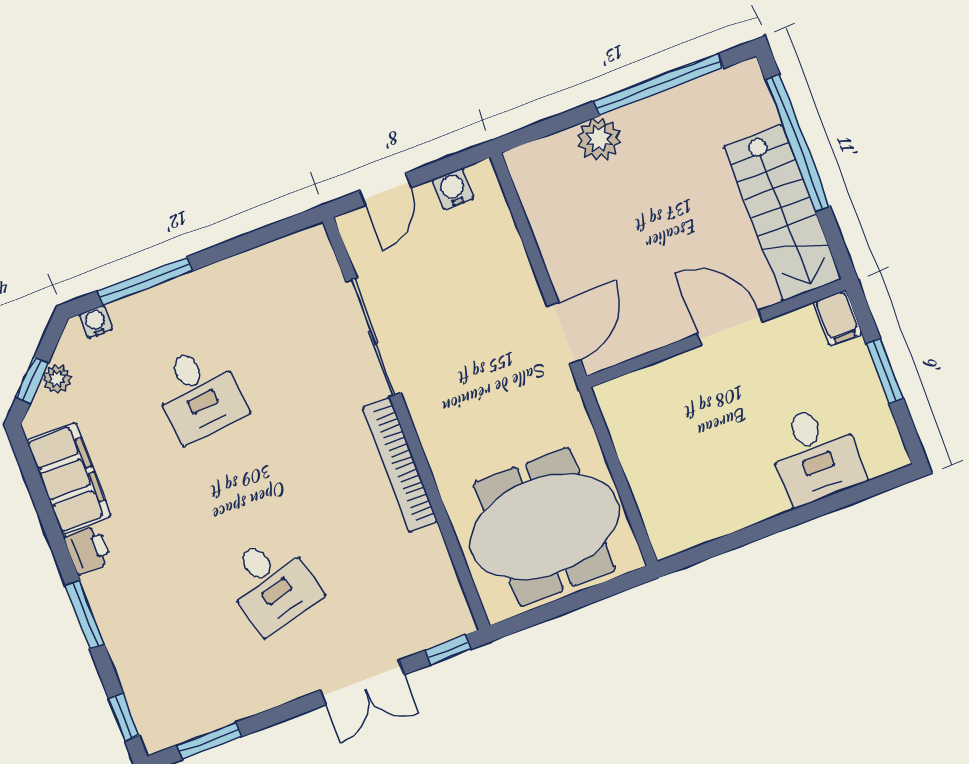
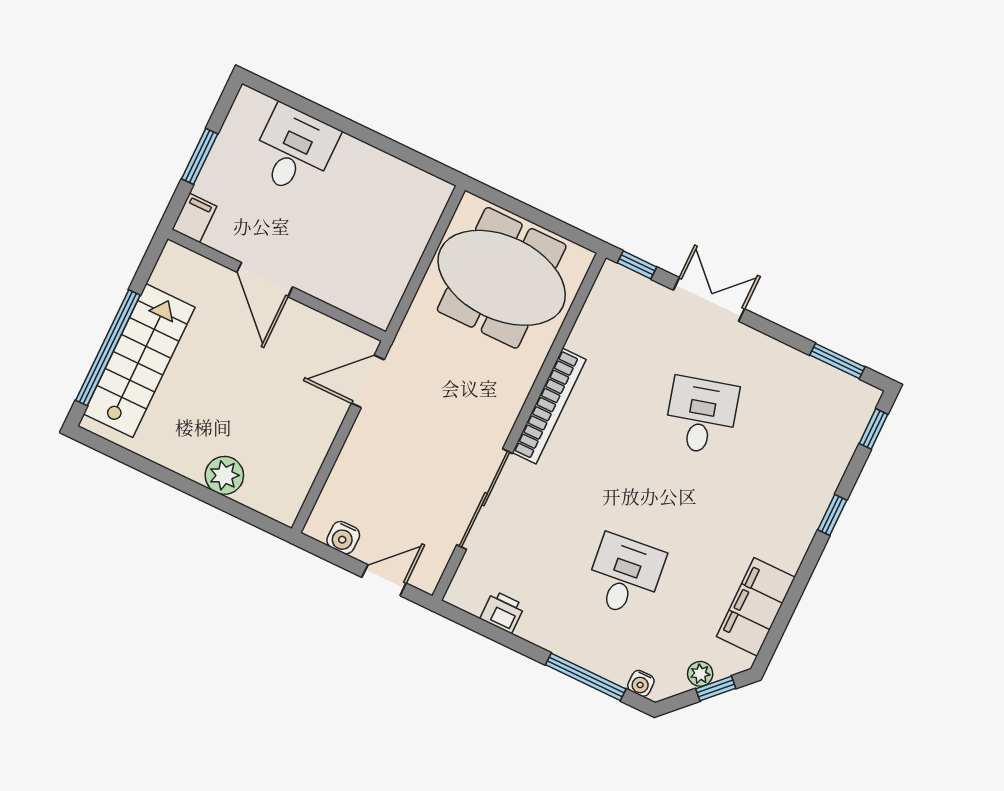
window: (658, 85) -> (155, 470), removed
stairs: (783, 213) -> (139, 361), moved
printer: (88, 550) -> (502, 612), moved, turned 90
window: (85, 615) -> (832, 515), width x0.67

